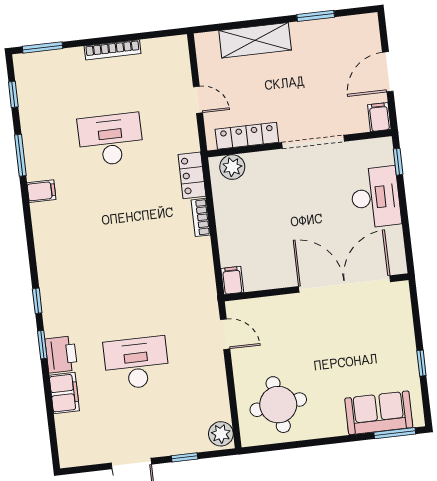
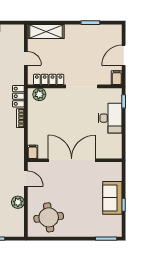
shelving: (255, 40) -> (46, 31), moved
double door: (344, 284) -> (72, 160), moved
sofa: (379, 413) -> (112, 198), moved, turned -90
plant: (221, 434) -> (18, 202), moved

